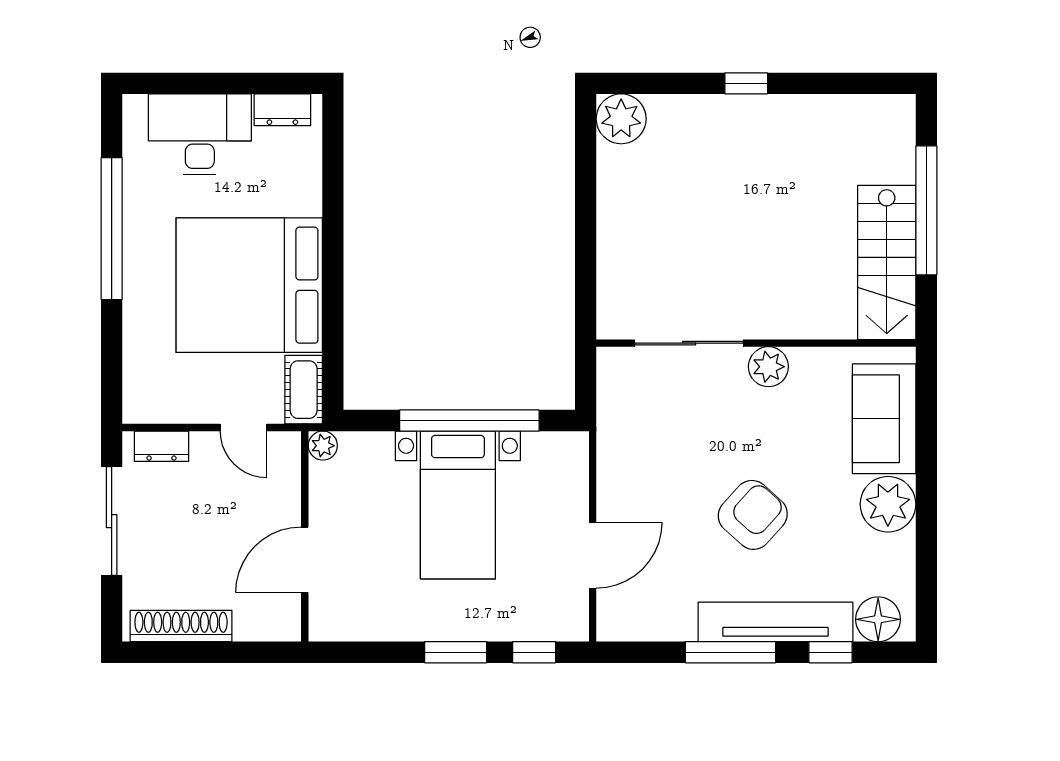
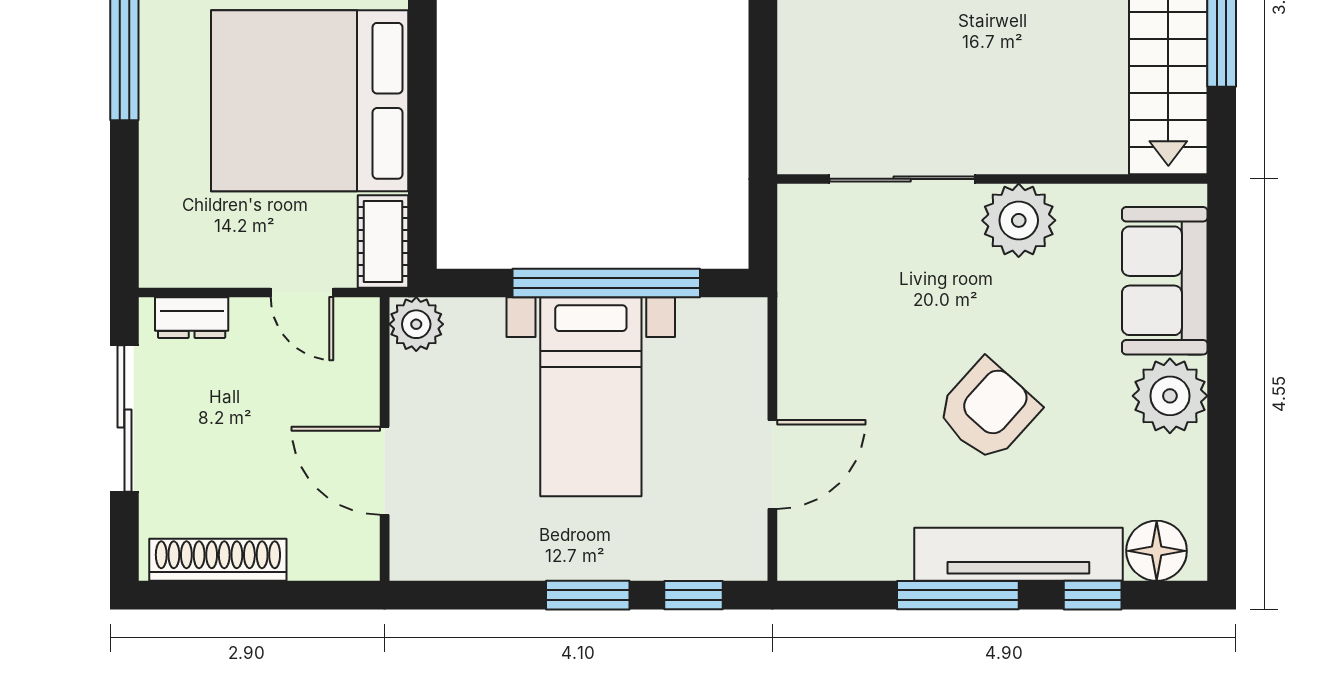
plant: (768, 367) -> (1019, 220), width x1.36, depth x1.36
plant: (323, 446) -> (416, 324), width x1.38, depth x1.38
door: (305, 560) -> (385, 471), hinge flipped

